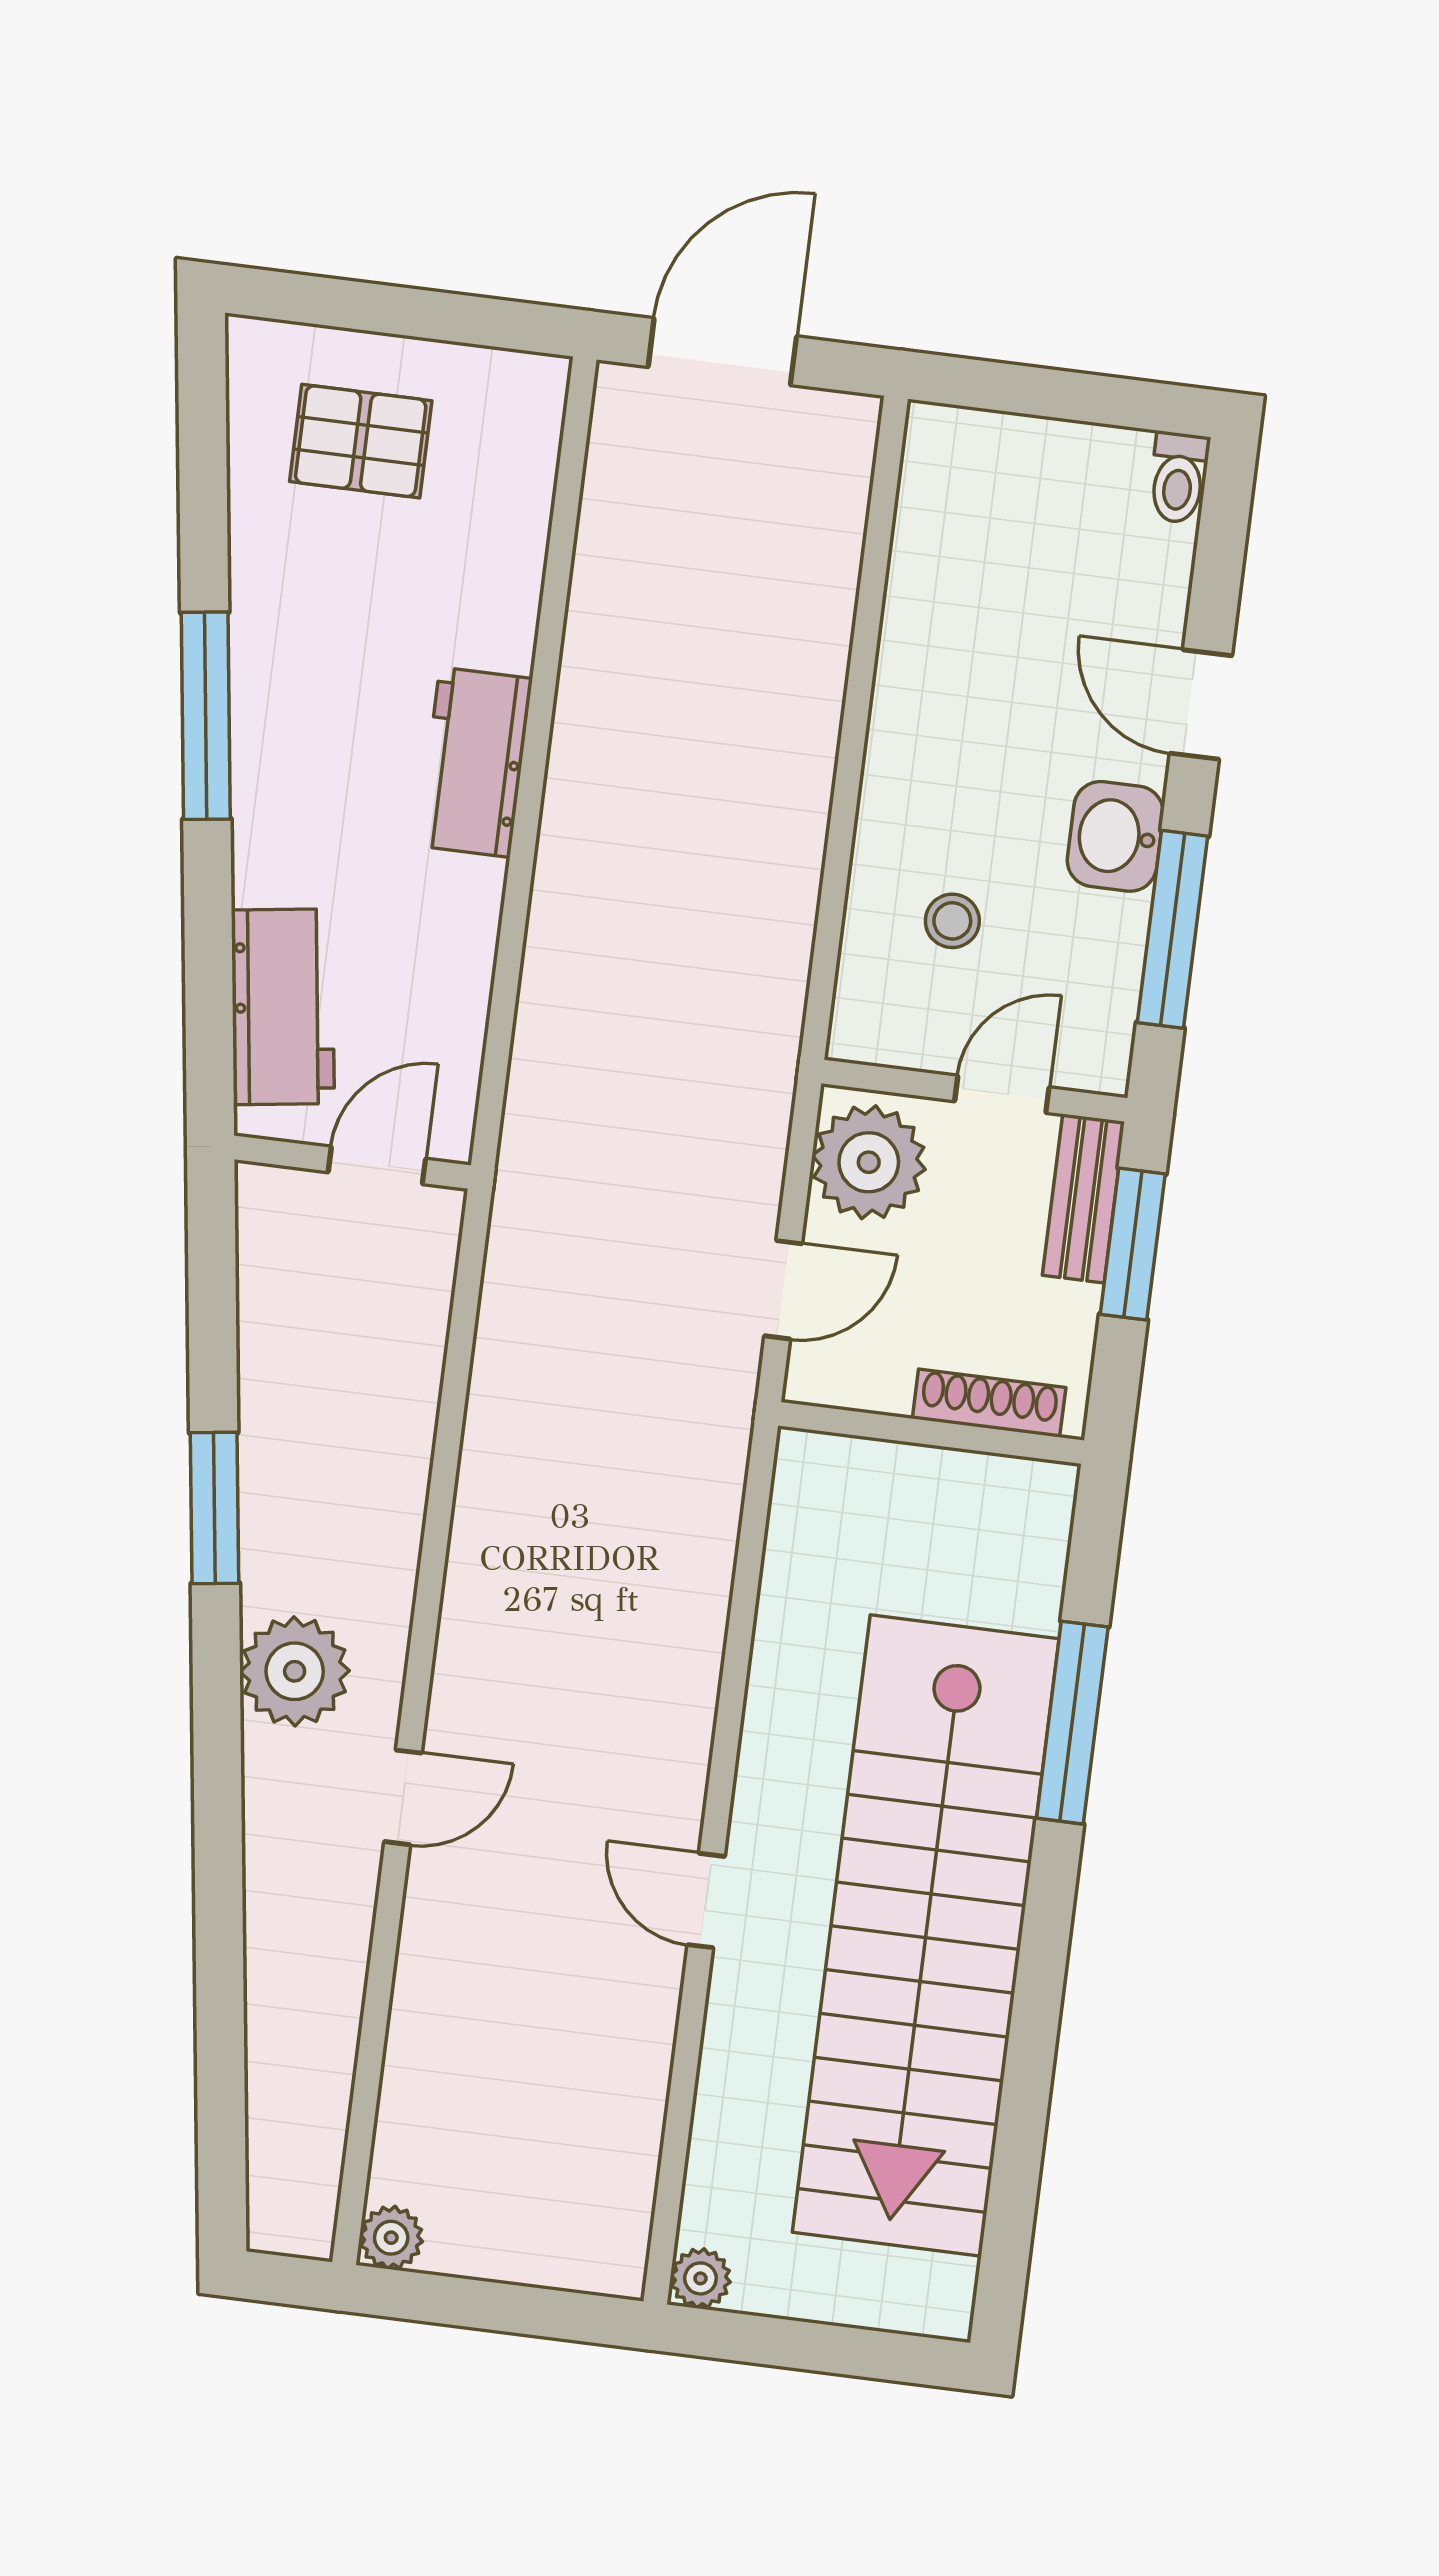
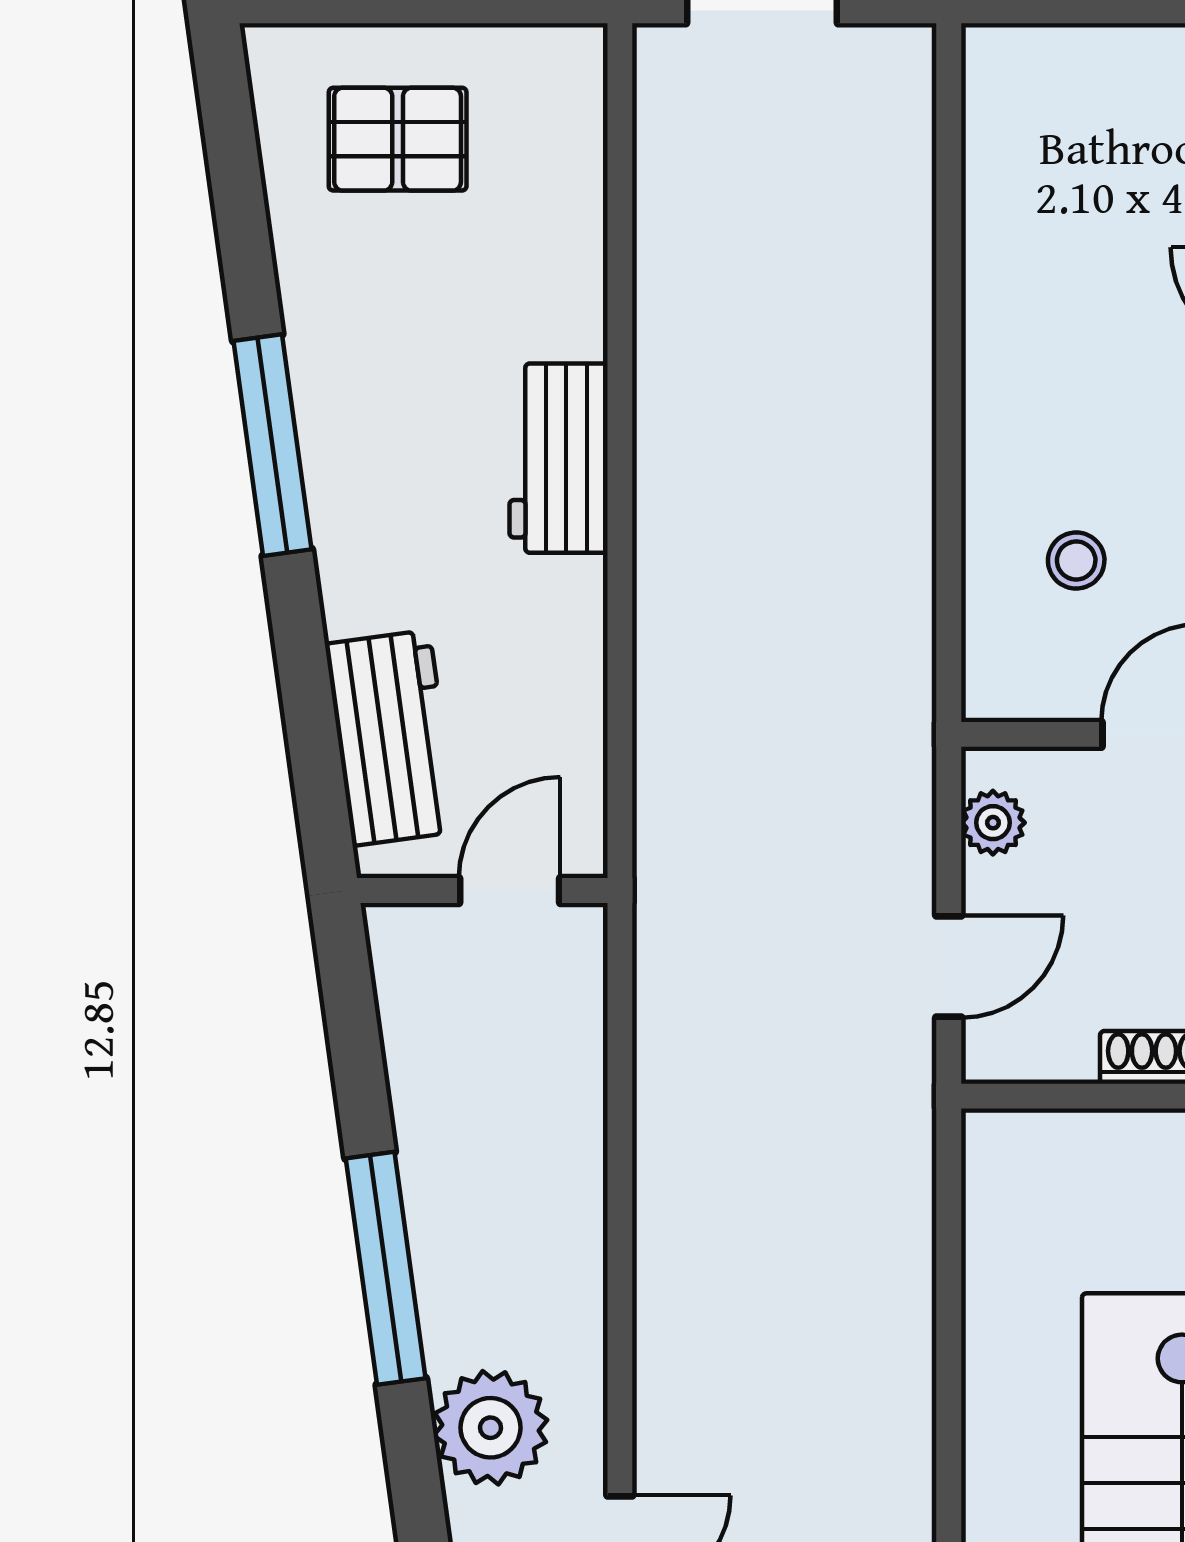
plant: (869, 1162) -> (993, 823), width x0.53, depth x0.53
window: (215, 1508) -> (386, 1268), width x1.44

